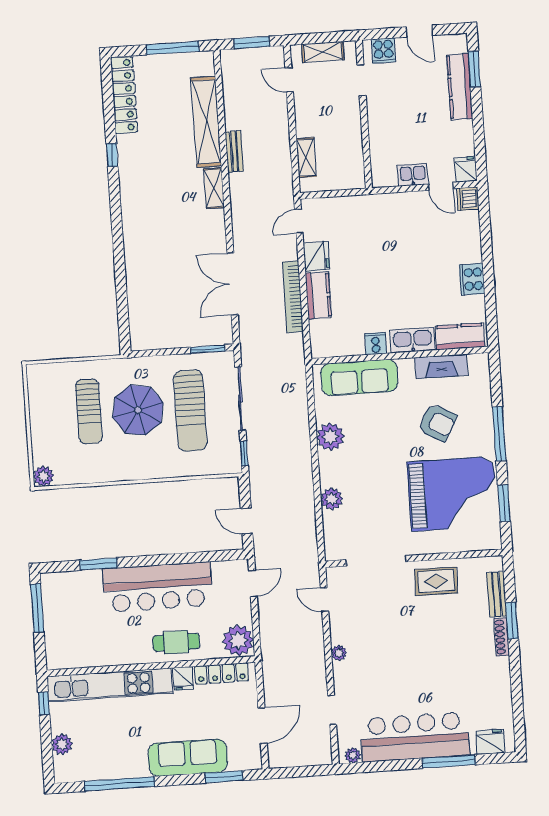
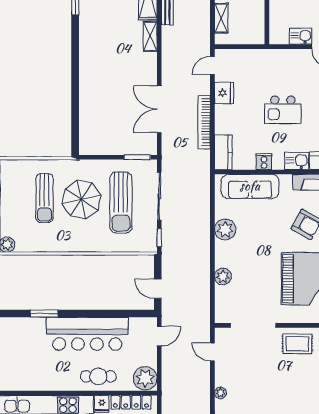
kitchen island: (396, 273) -> (283, 110), added
kitchen counter: (318, 295) -> (223, 152), moved
kitchen sink: (413, 340) -> (297, 161), width x0.73

